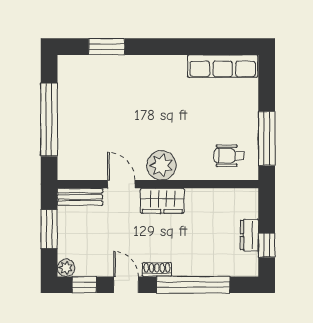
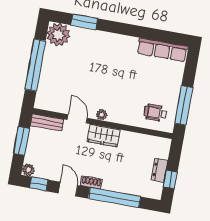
plant: (74, 71) -> (58, 35), added
plant: (161, 165) -> (102, 115), width x0.53, depth x0.53

